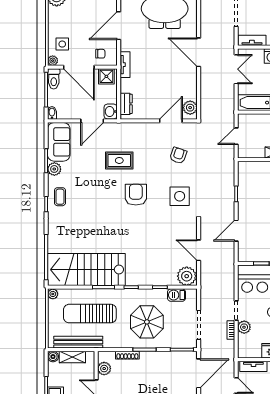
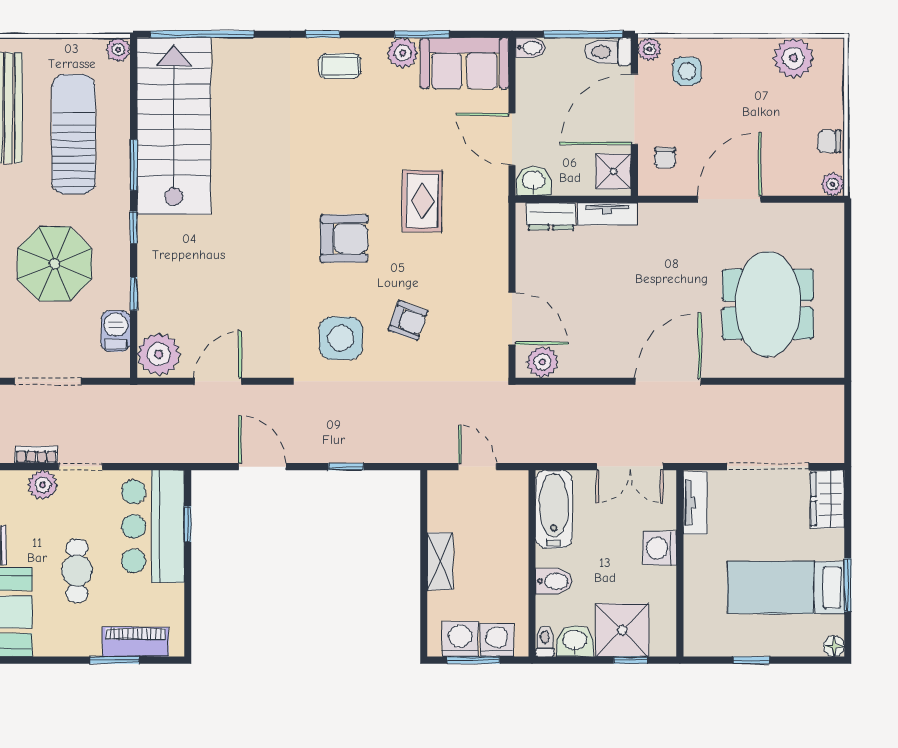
door: (119, 26) -> (729, 199), hinge flipped
tv unit: (125, 65) -> (607, 214), moved
armchair: (178, 155) -> (408, 320), moved

